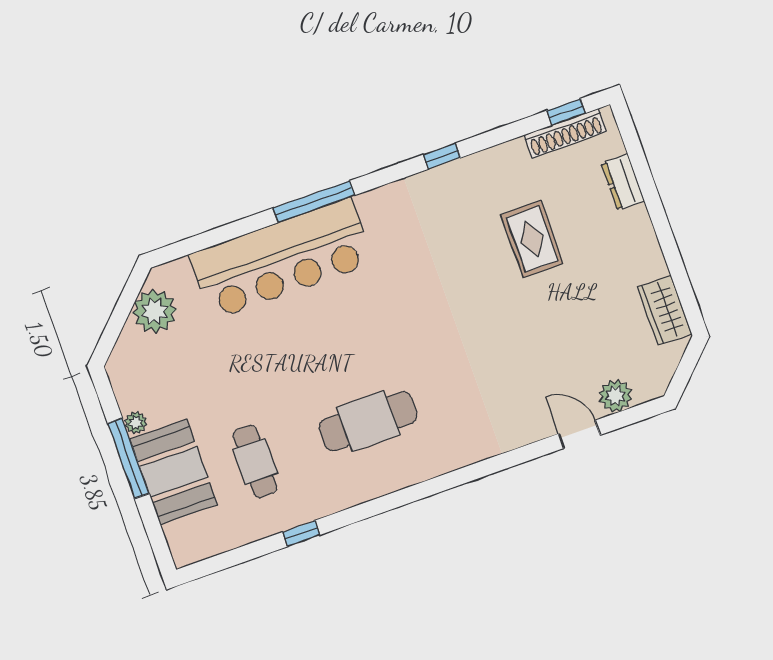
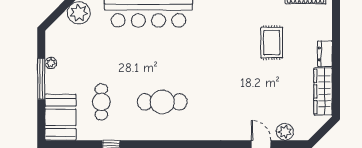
dresser: (623, 182) -> (325, 54), moved
wardrobe: (665, 310) -> (323, 91), width x1.50
booth: (174, 472) -> (60, 117), moved

